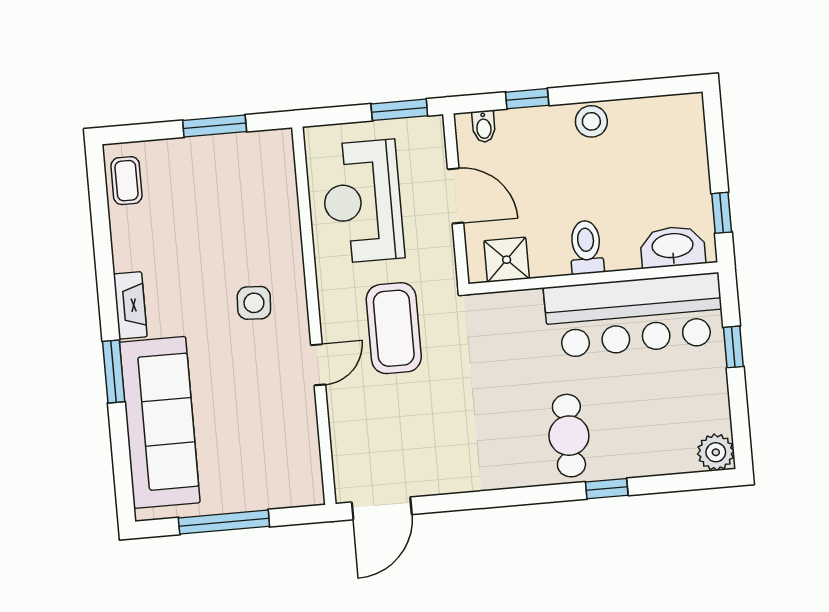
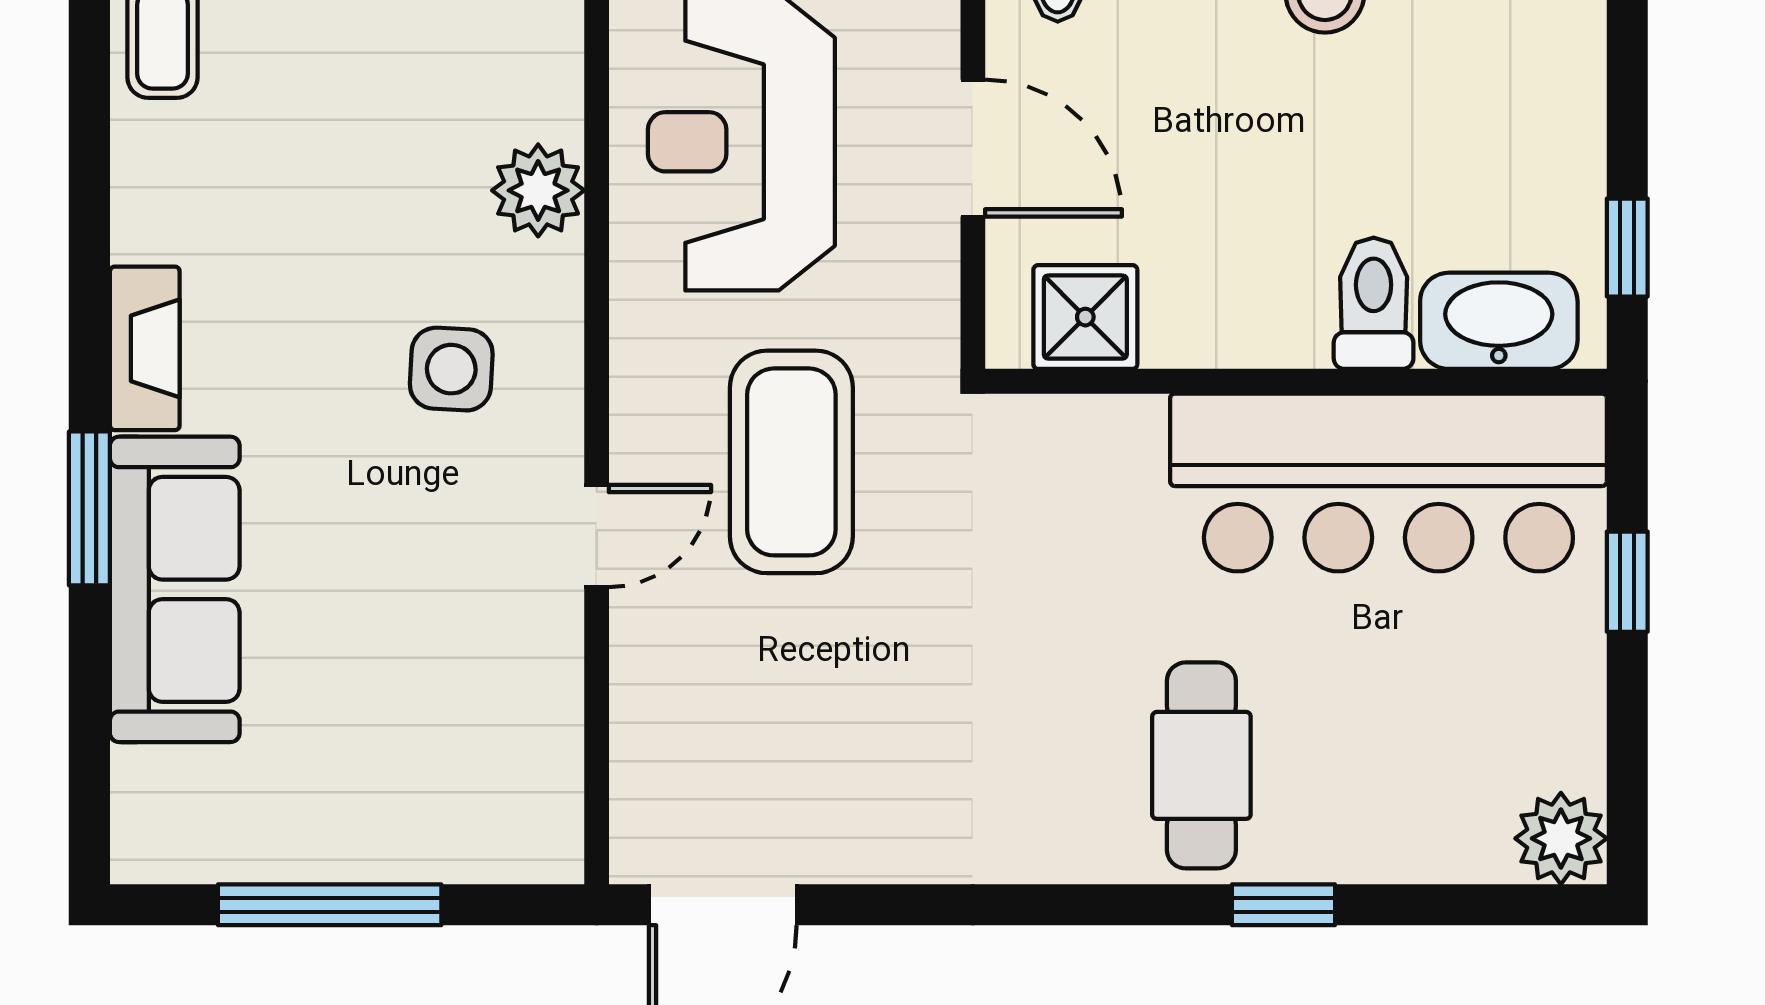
plant: (283, 228) -> (538, 190), added
toilet: (586, 247) -> (1374, 303), moved
sofa: (160, 422) -> (175, 589), width x0.74, depth x0.79

